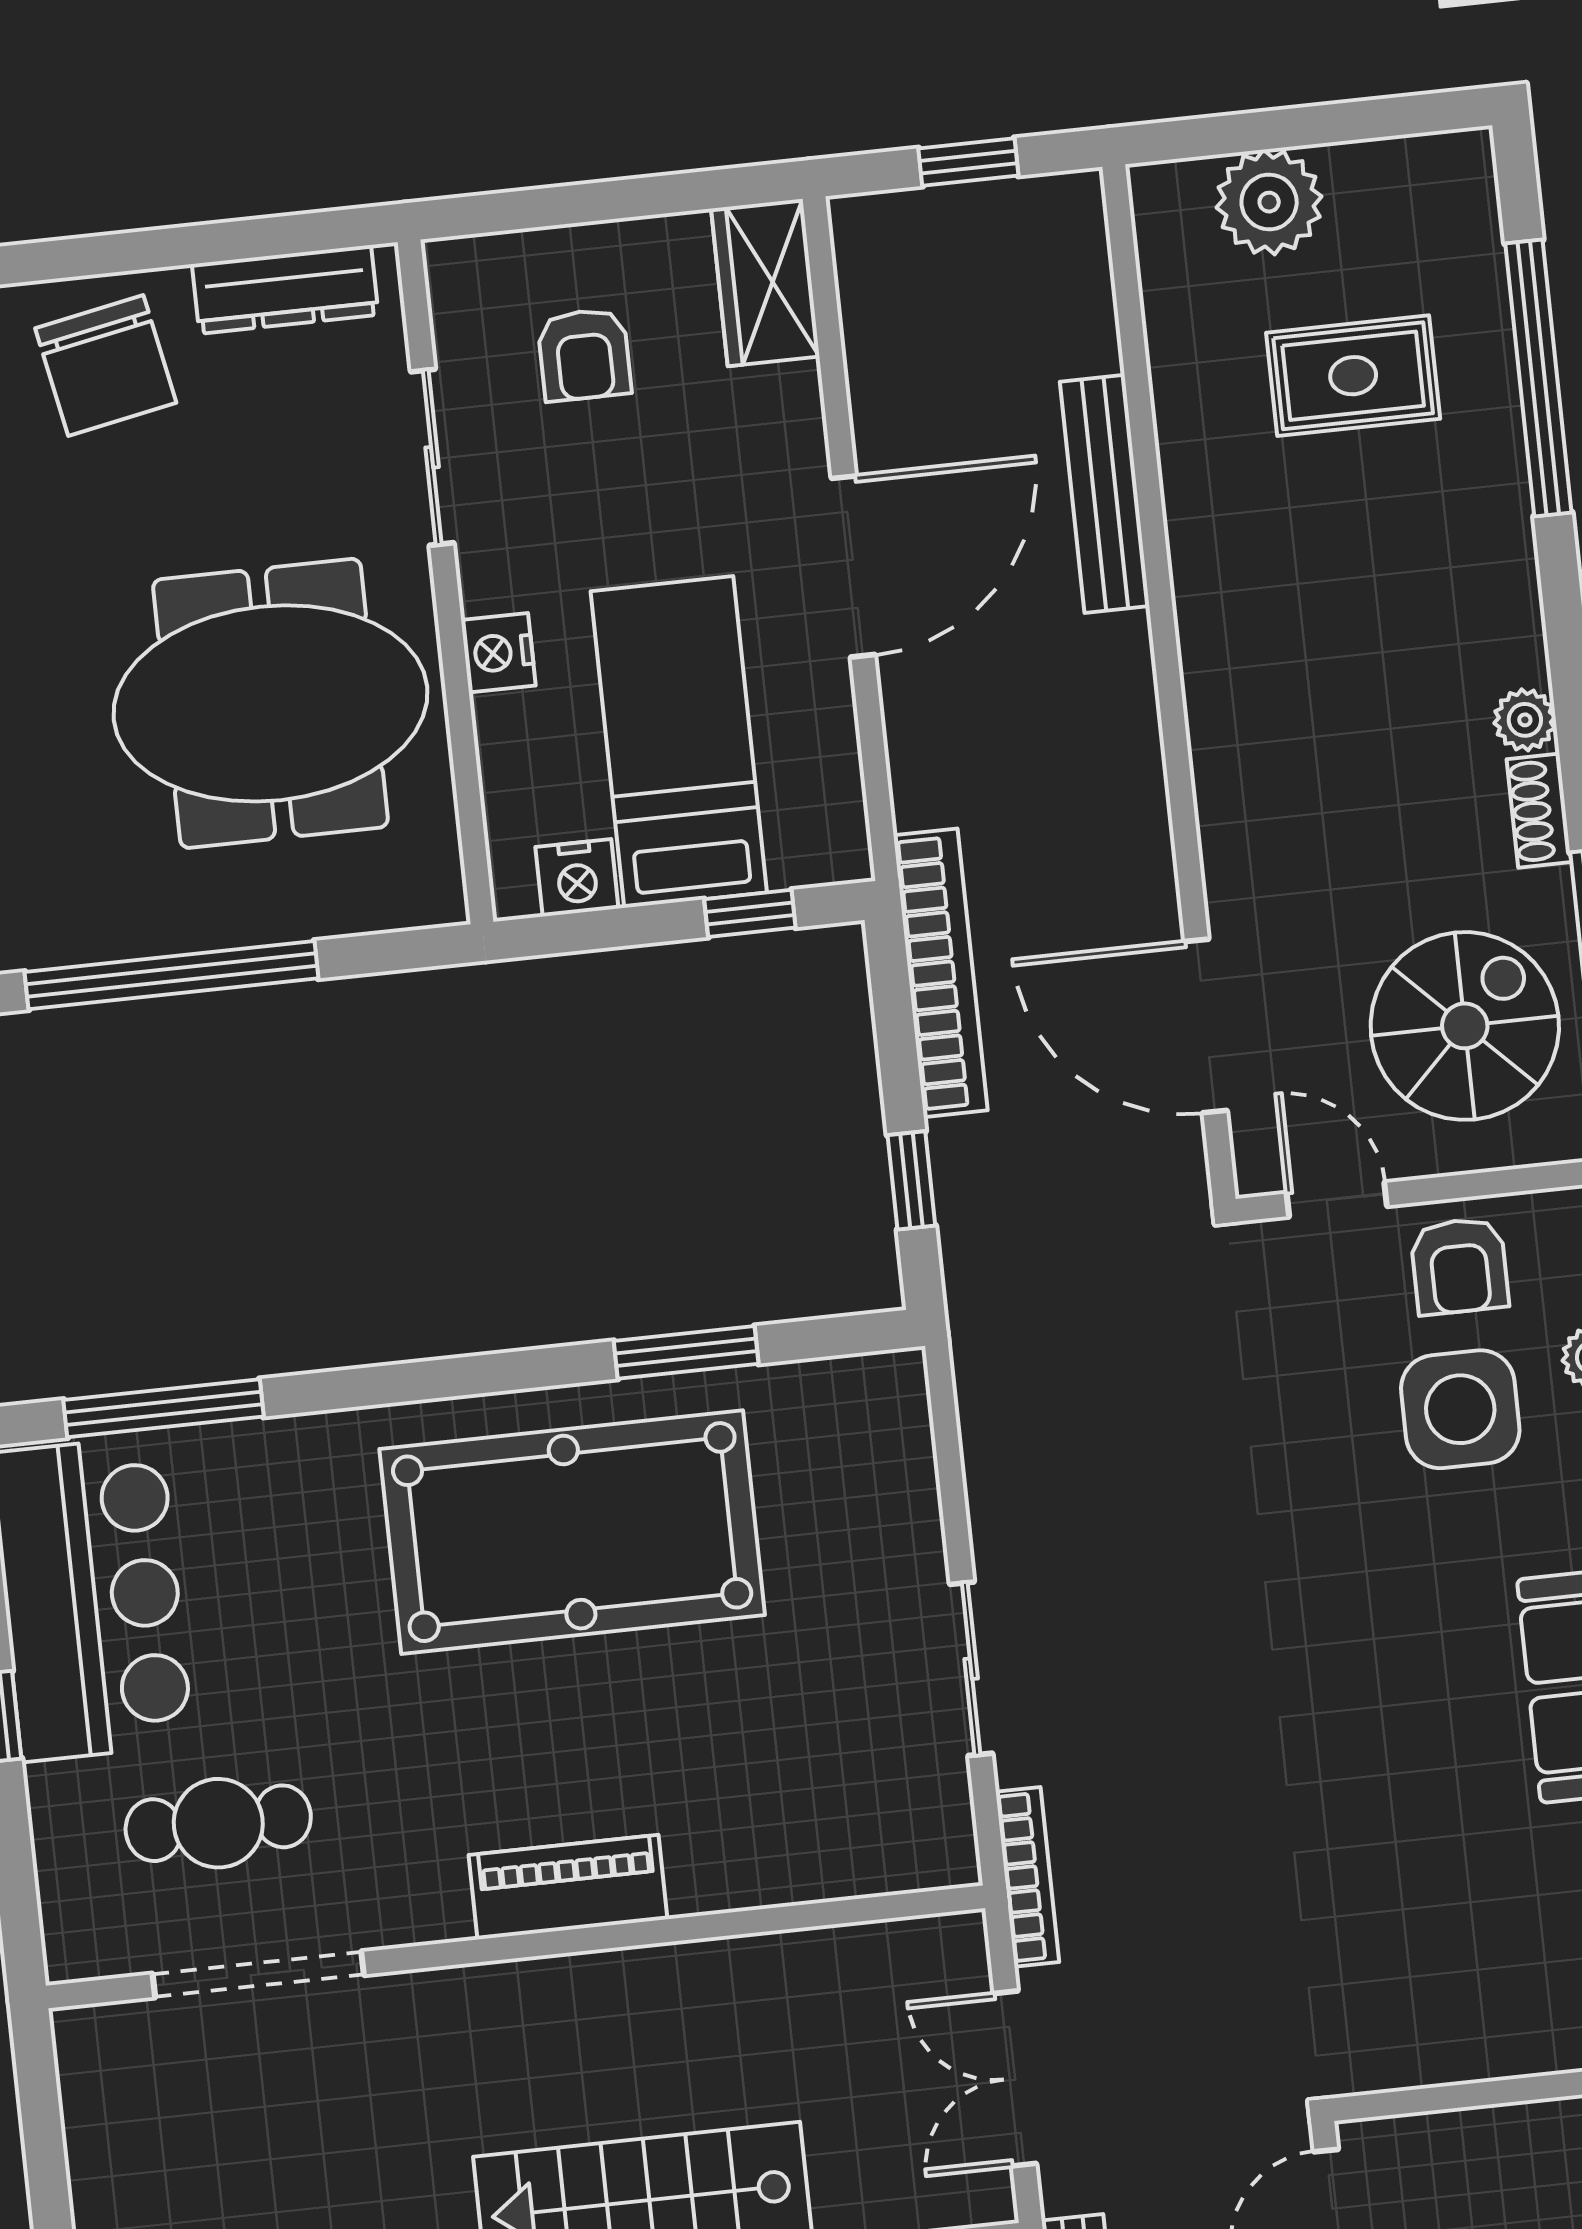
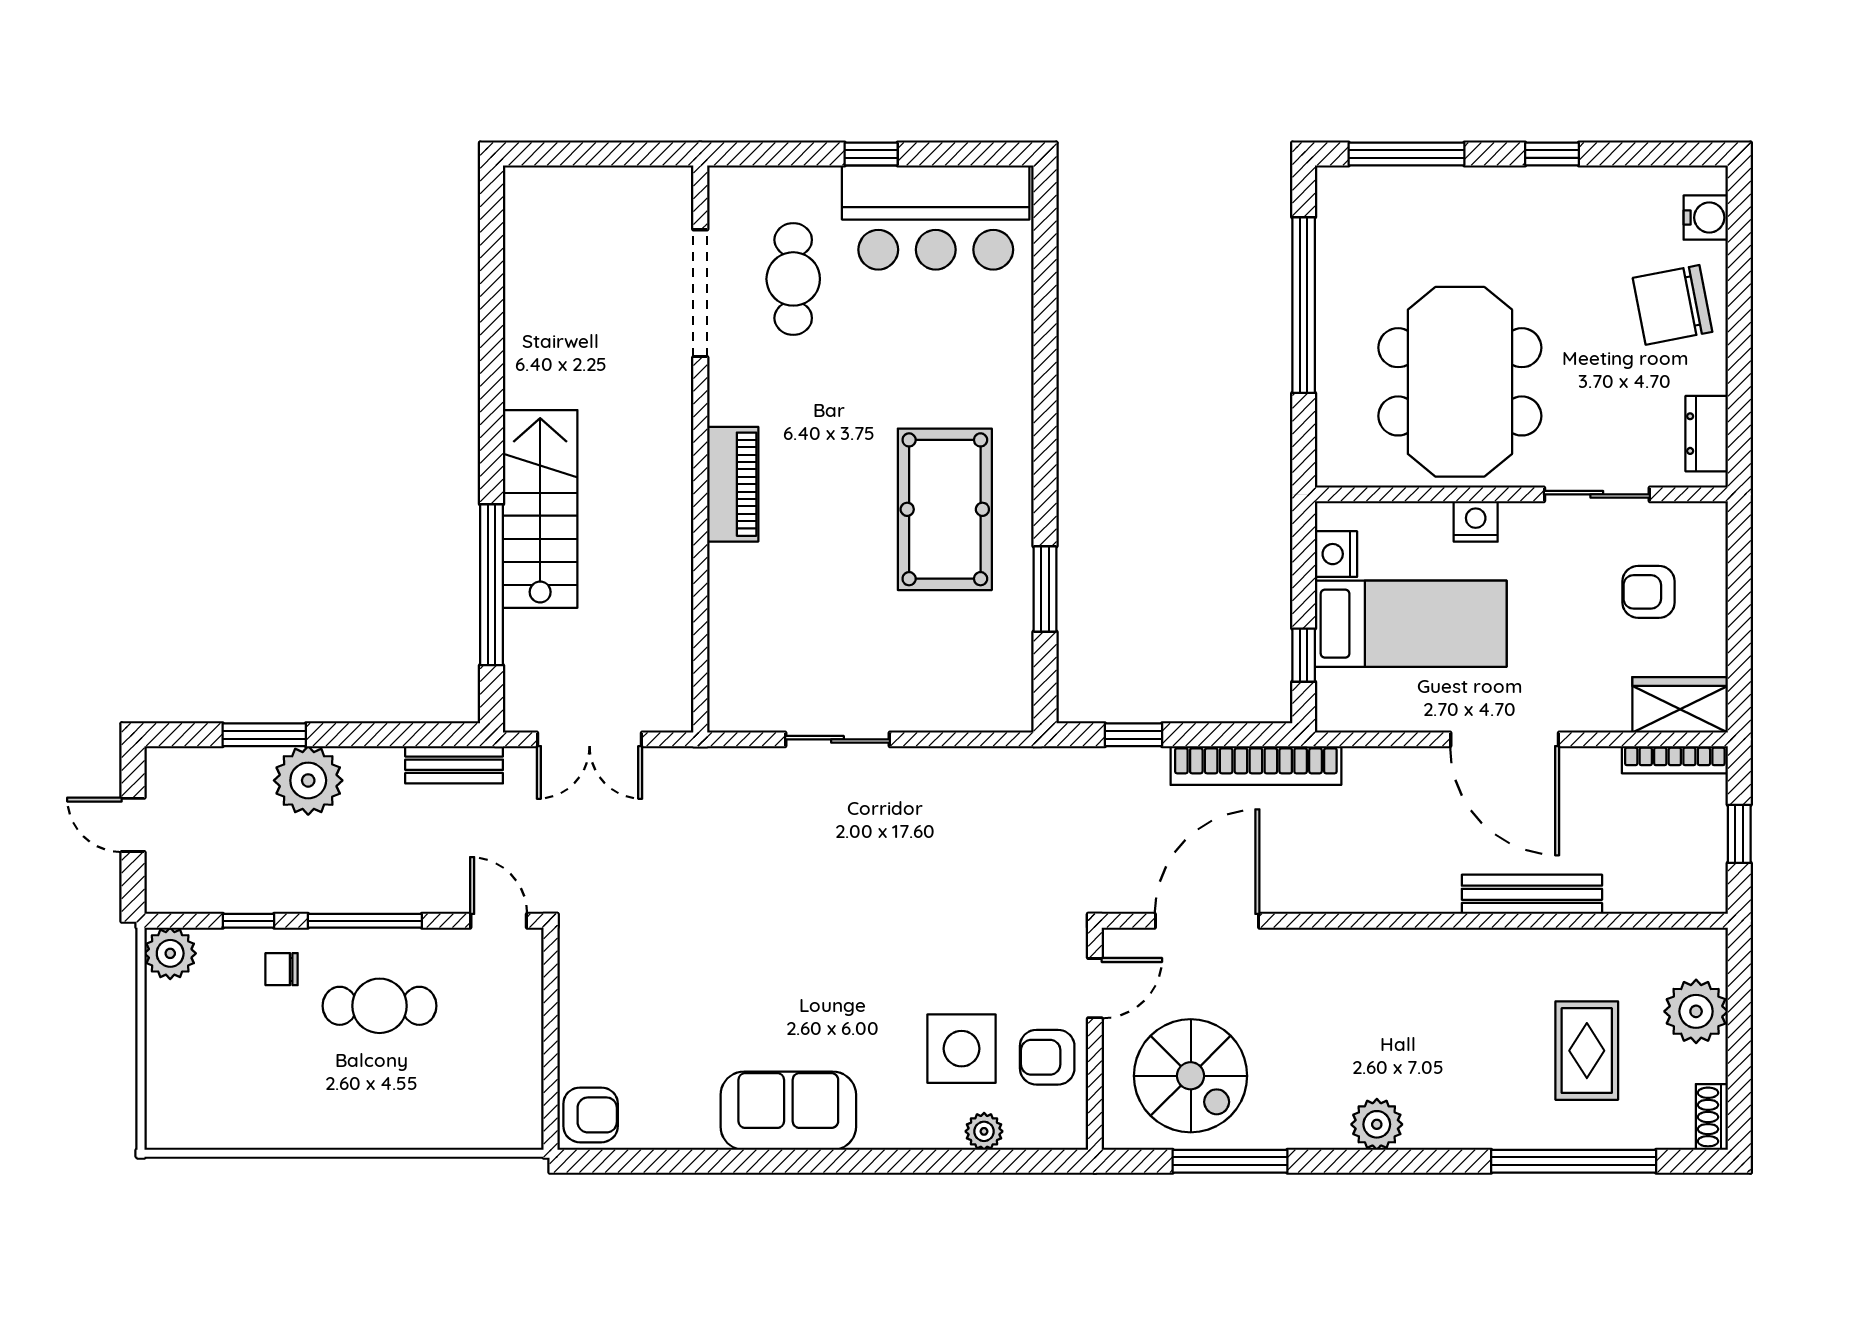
dresser: (285, 289) -> (1707, 434), width x0.70
plant: (1525, 720) -> (1377, 1124), width x1.38, depth x1.38
shoe rack: (1539, 811) -> (1712, 1117), moved, turned -90
window: (164, 1408) -> (1045, 273), removed
pool table: (572, 1532) -> (945, 509), width x0.73, depth x0.76
bookcase: (1027, 1877) -> (1675, 760), moved
double door: (1015, 2079) -> (590, 739), swing flipped

